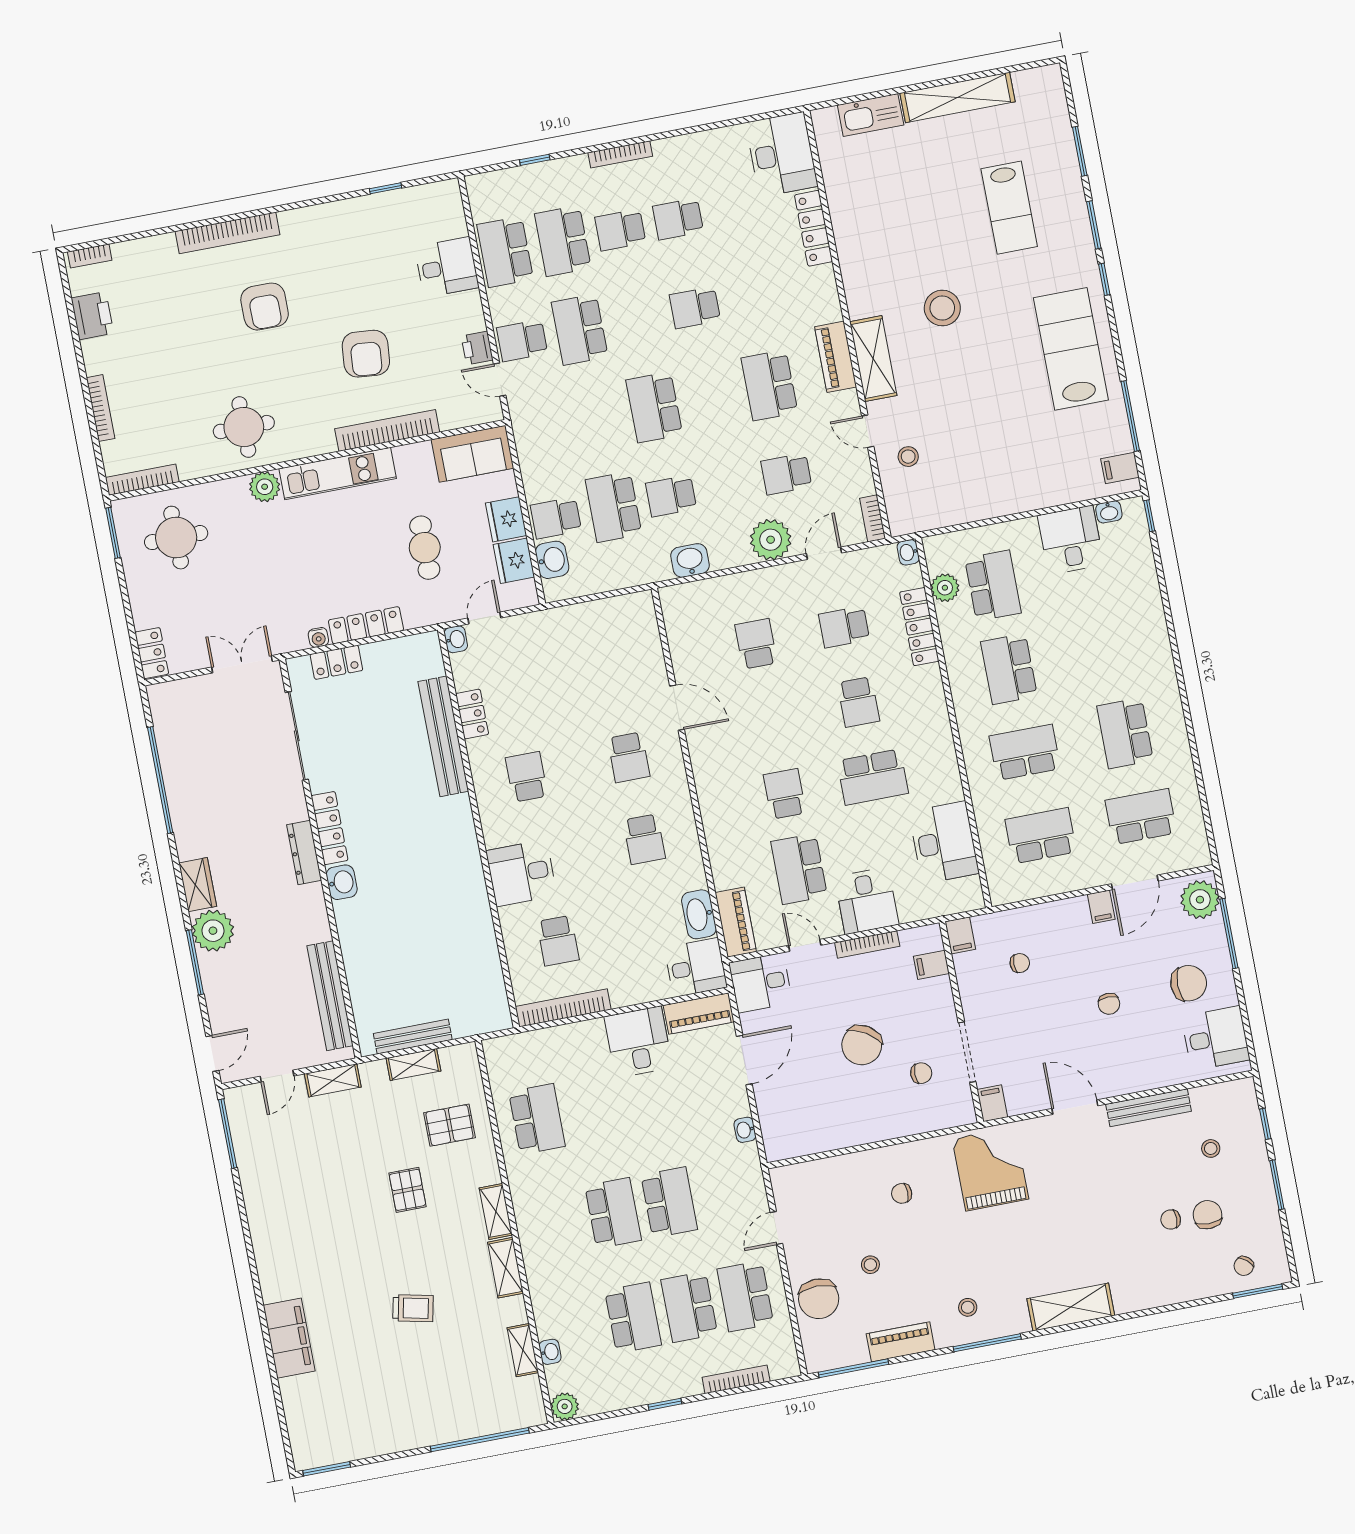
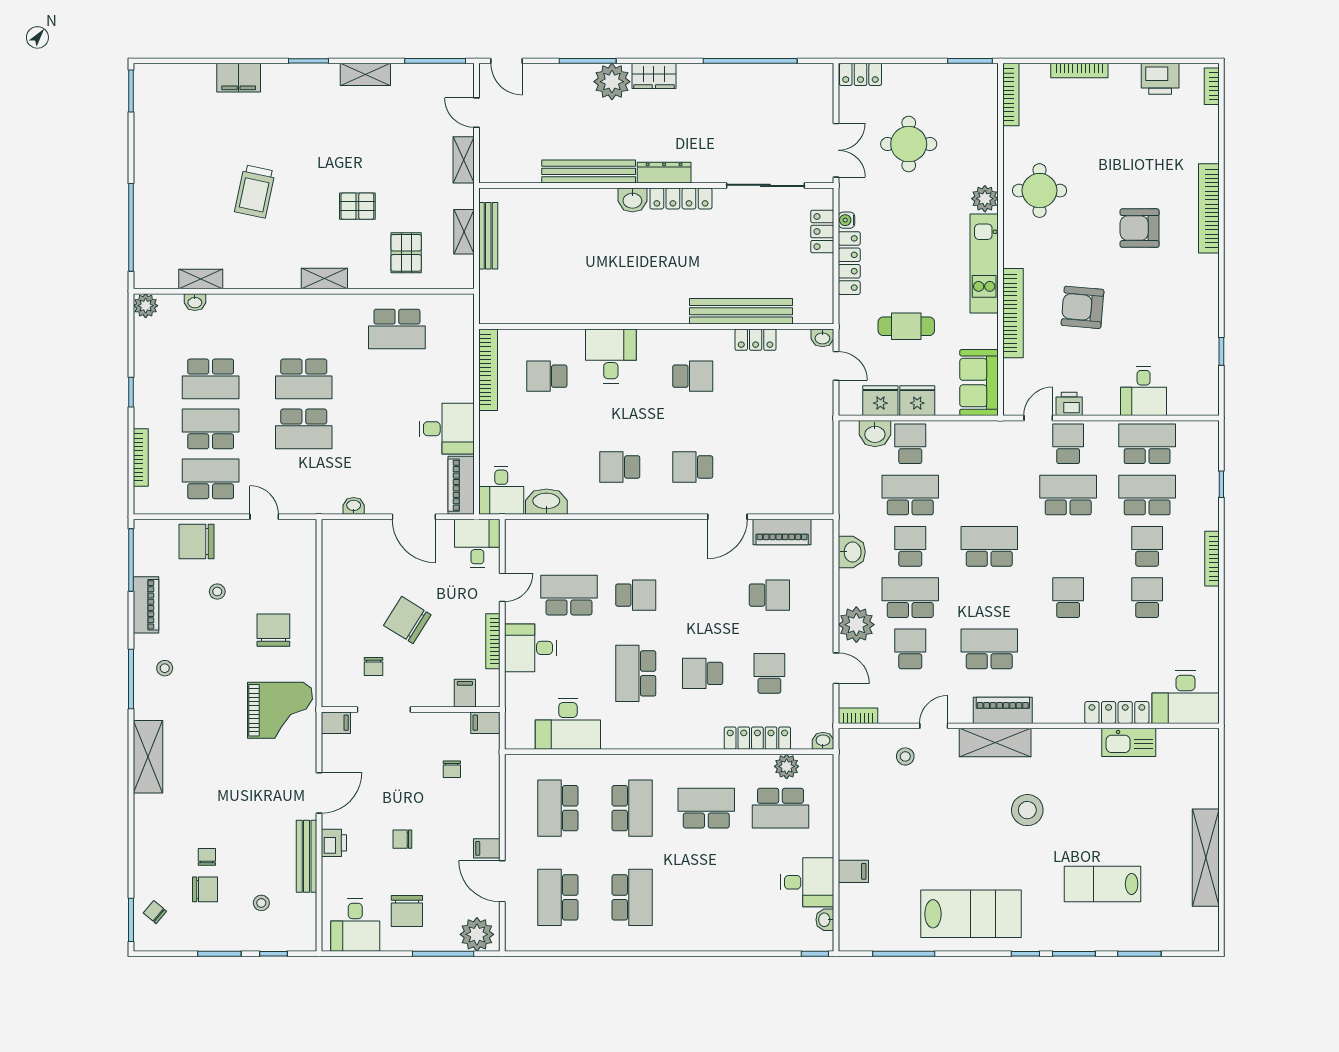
kitchen sink: (871, 115) -> (1129, 742), moved, turned -90
filing cabinet: (1120, 468) -> (853, 871), moved, turned 90
school desk: (729, 485) -> (910, 598), added
round table: (176, 538) -> (909, 144), moved
school desk: (1125, 733) -> (632, 897), turned 90
school desk: (1141, 817) -> (558, 897), turned 180
school desk: (1041, 836) -> (558, 808), turned 180
piano: (736, 922) -> (782, 532), moved
bench: (330, 996) -> (589, 171), moved
printer: (1128, 1080) -> (334, 843), added
chair: (902, 1193) -> (273, 630), width x1.87, depth x1.87
shelving: (505, 1268) -> (365, 74), moved
window: (255, 1276) -> (308, 61), added
trolley: (413, 1308) -> (255, 192), width x1.36, depth x1.39
filing cabinet: (289, 1338) -> (239, 78), width x0.67, depth x0.86

